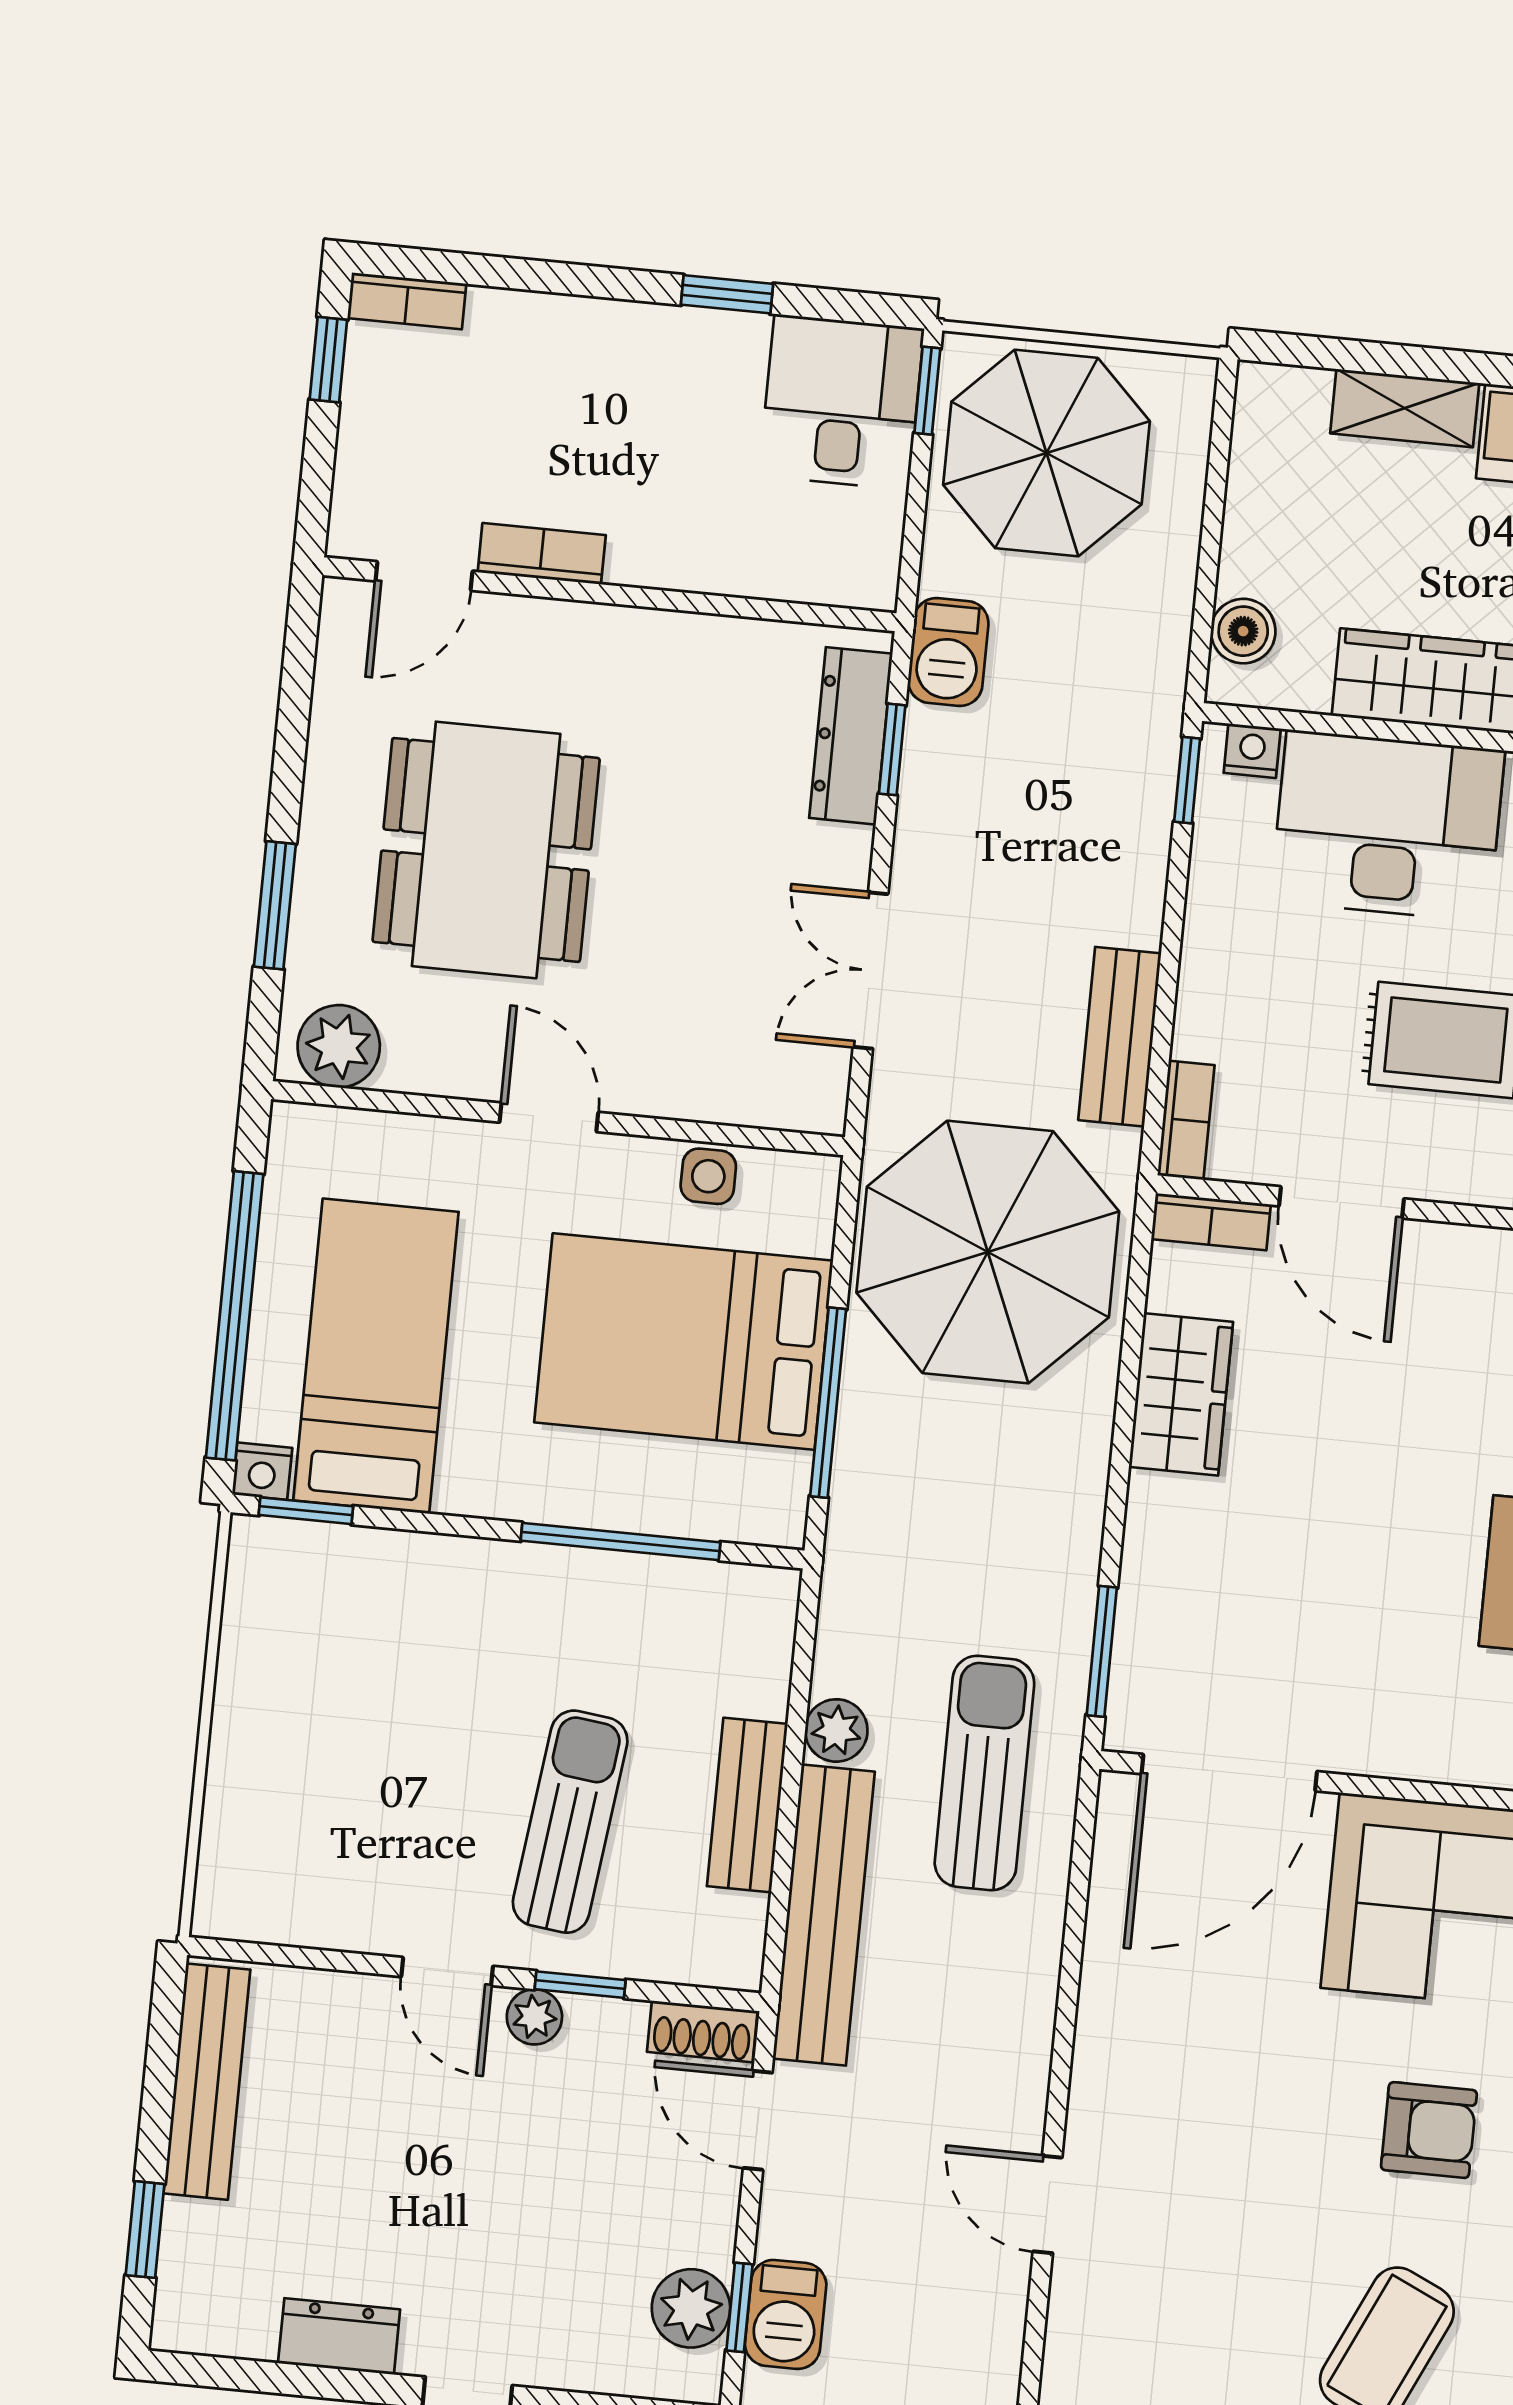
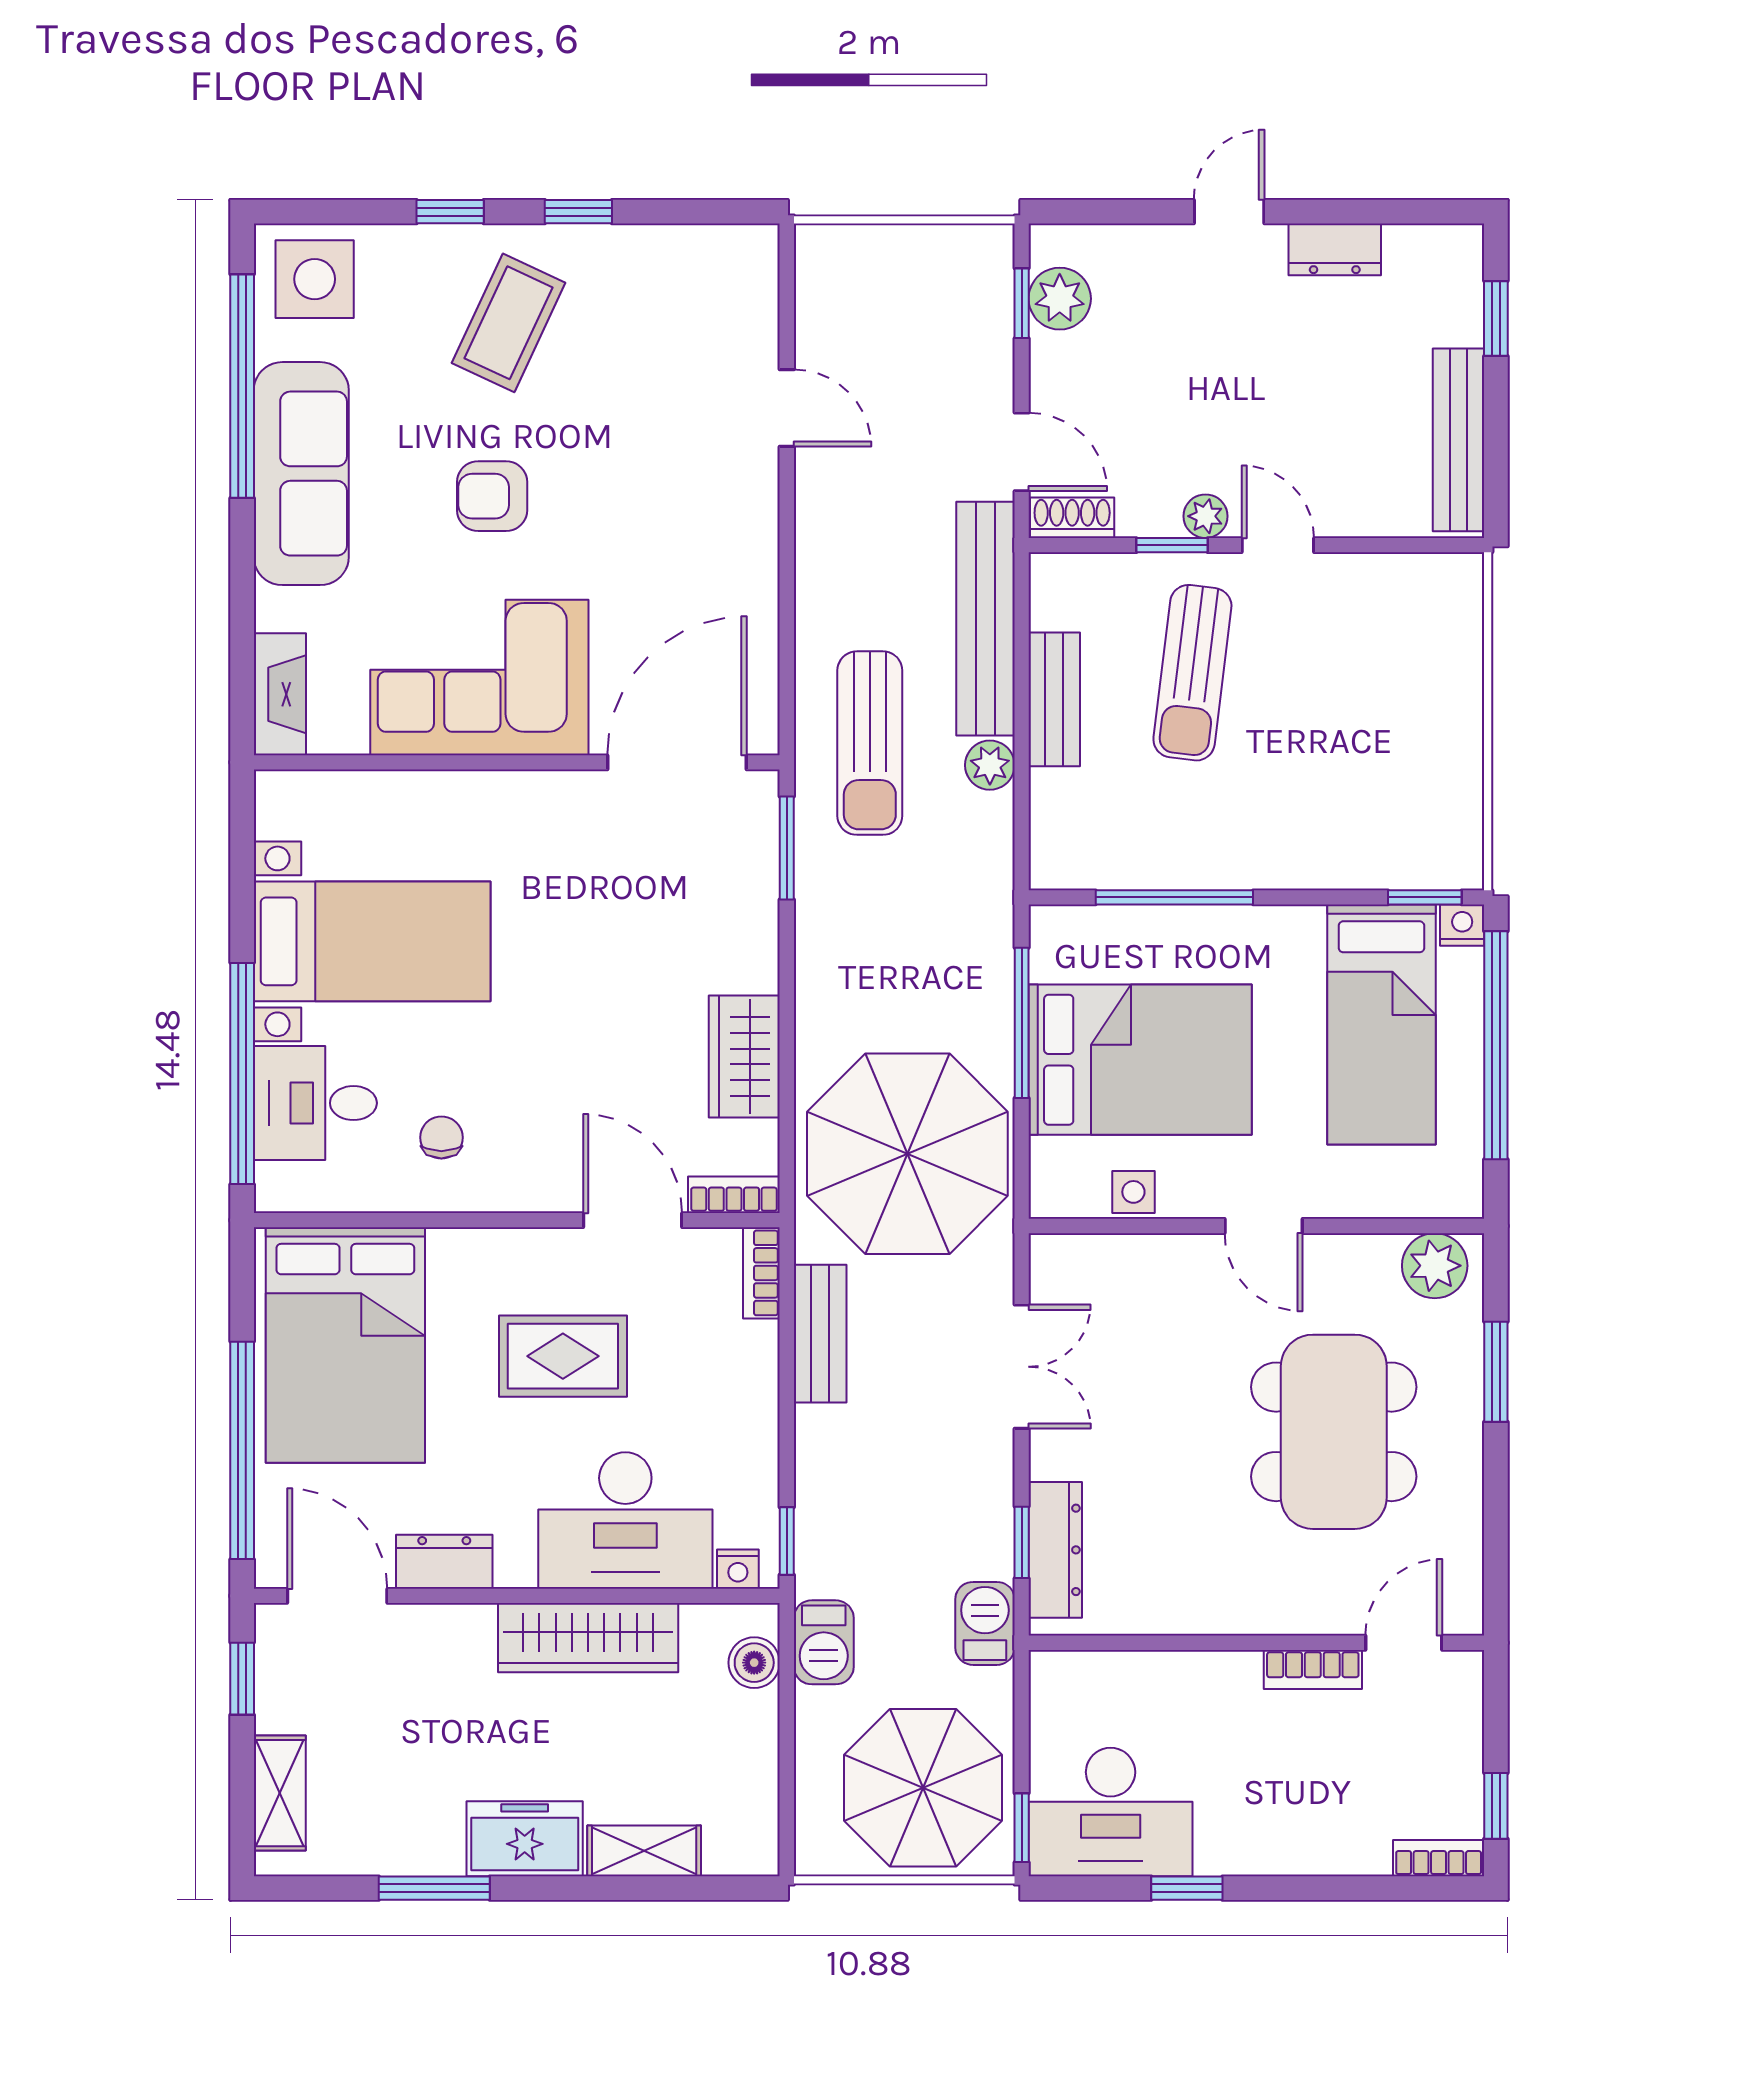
desk: (841, 402) -> (1111, 1812), width x1.37
barbecue: (786, 2314) -> (824, 1642), moved, turned 180

